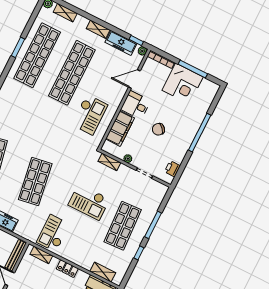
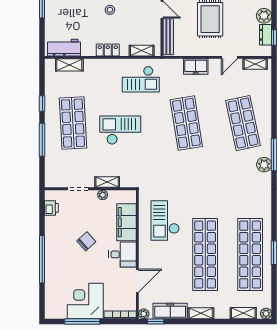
shelving: (109, 162) -> (107, 182), moved
checkout: (53, 233) -> (141, 79), turned 90

